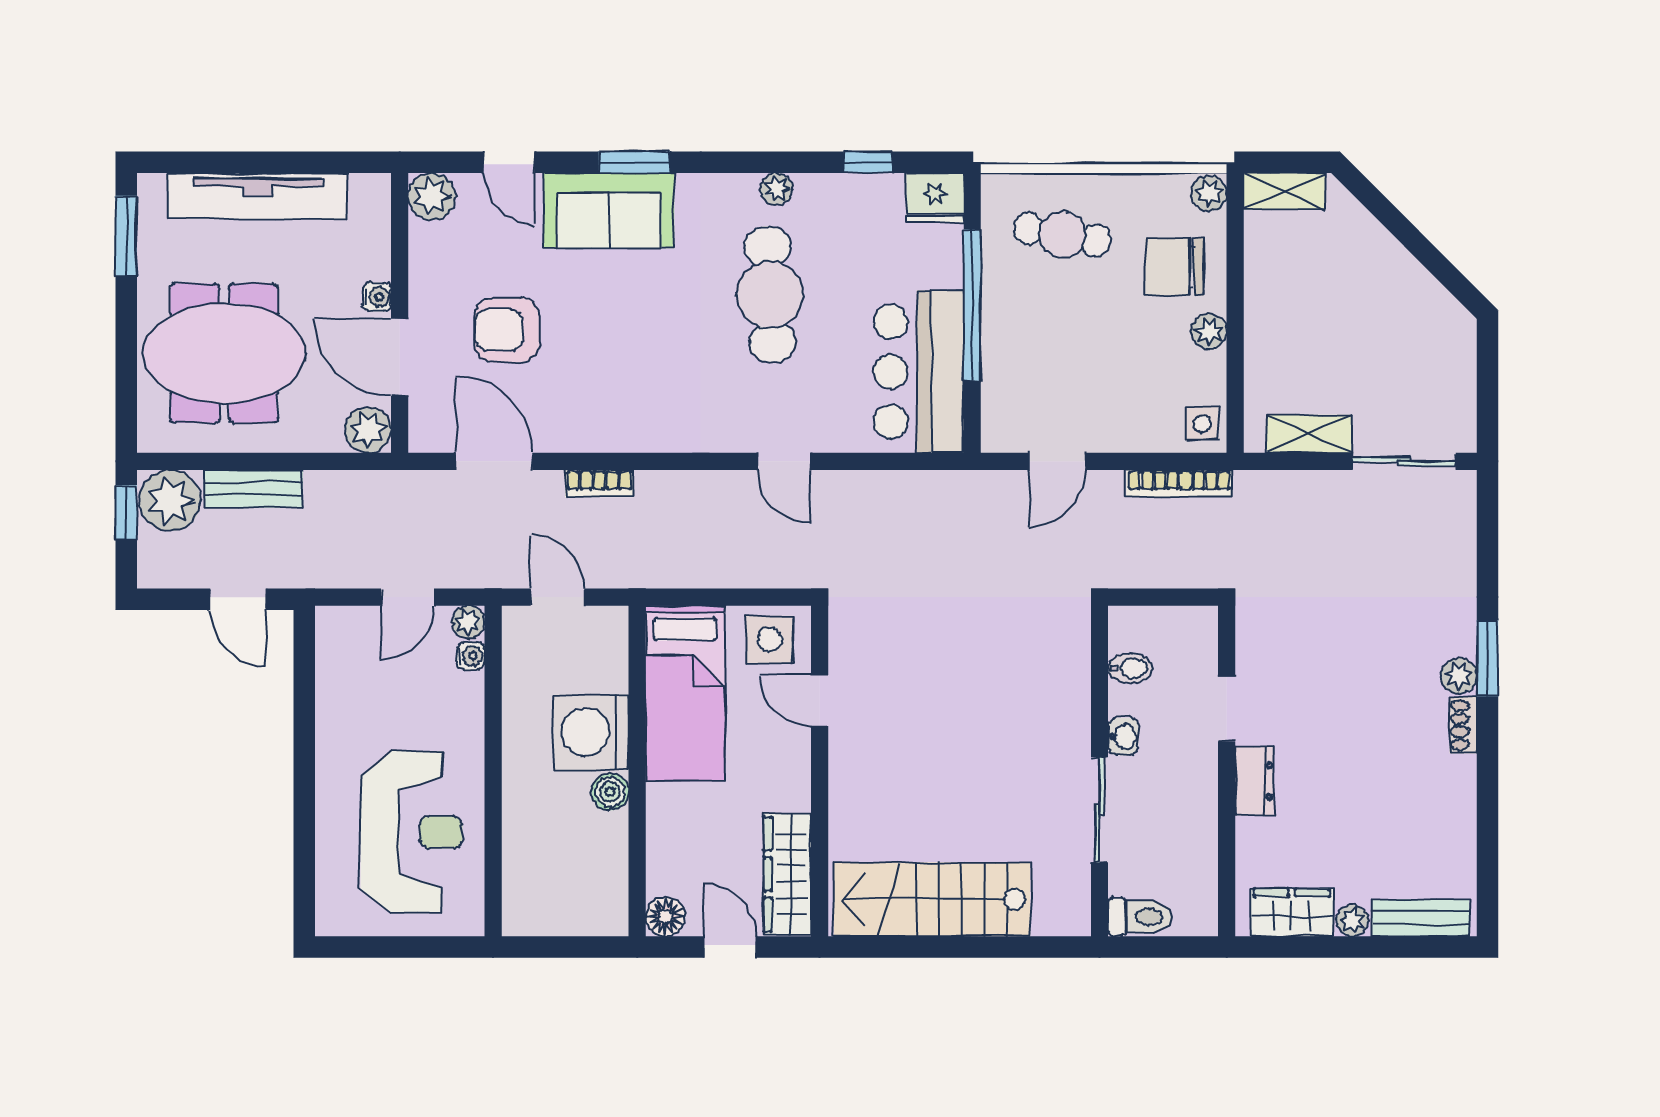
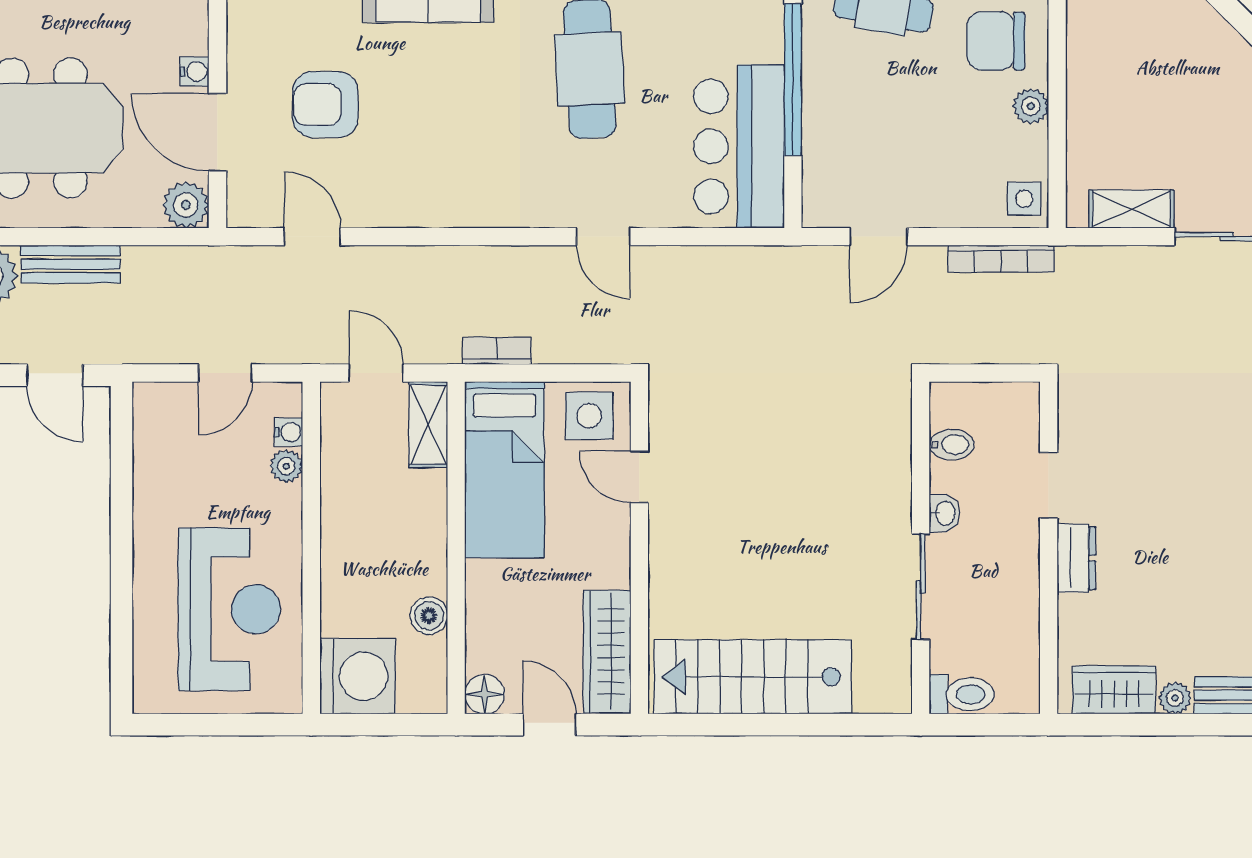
door: (494, 461) -> (312, 237), width x0.73
bookcase: (599, 483) -> (497, 351), moved, turned 180
plant: (468, 622) -> (286, 466), moved
shelving: (609, 648) -> (428, 425), added
washing machine: (591, 732) -> (358, 676), moved, turned 180
boiler: (610, 792) -> (429, 616), moved

